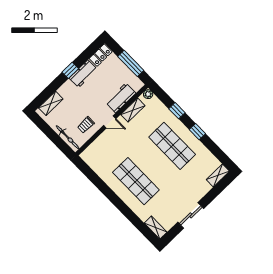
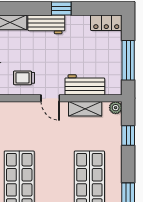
workbench: (83, 74) -> (46, 24), moved
window: (177, 111) -> (128, 135), moved

